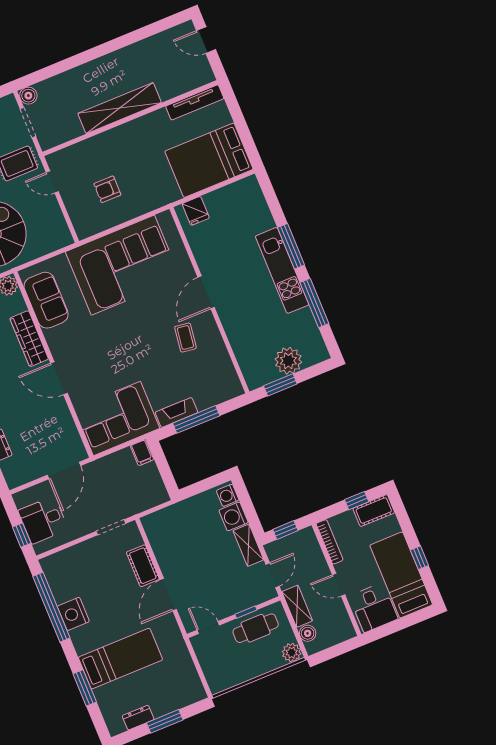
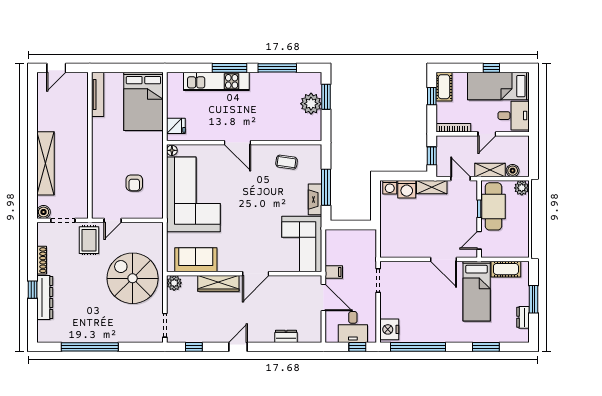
shelving: (120, 108) -> (46, 163), moved
floor lamp: (165, 218) -> (172, 150), added
kitchen unit: (282, 270) -> (216, 81), moved
coffee table: (185, 338) -> (287, 162), moved
window: (280, 385) -> (326, 97), moved
filing cabinet: (142, 453) -> (334, 272), moved
cot: (143, 566) -> (506, 269), moved
nightstand: (73, 614) -> (389, 329), moved, turned 90
cafe table: (256, 628) -> (493, 206), width x1.37, depth x1.35
bed: (120, 659) -> (477, 291), moved, turned 180

